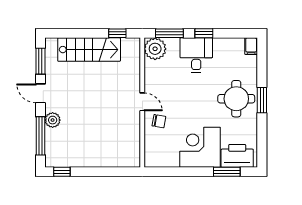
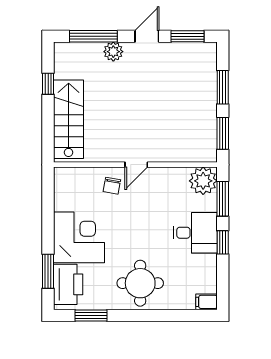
window: (81, 33) -> (223, 87), added
window: (117, 33) -> (223, 133), width x1.50
stairs: (89, 50) -> (69, 119), moved, turned 180
window: (262, 100) -> (91, 315), moved
window: (62, 172) -> (48, 84), moved

